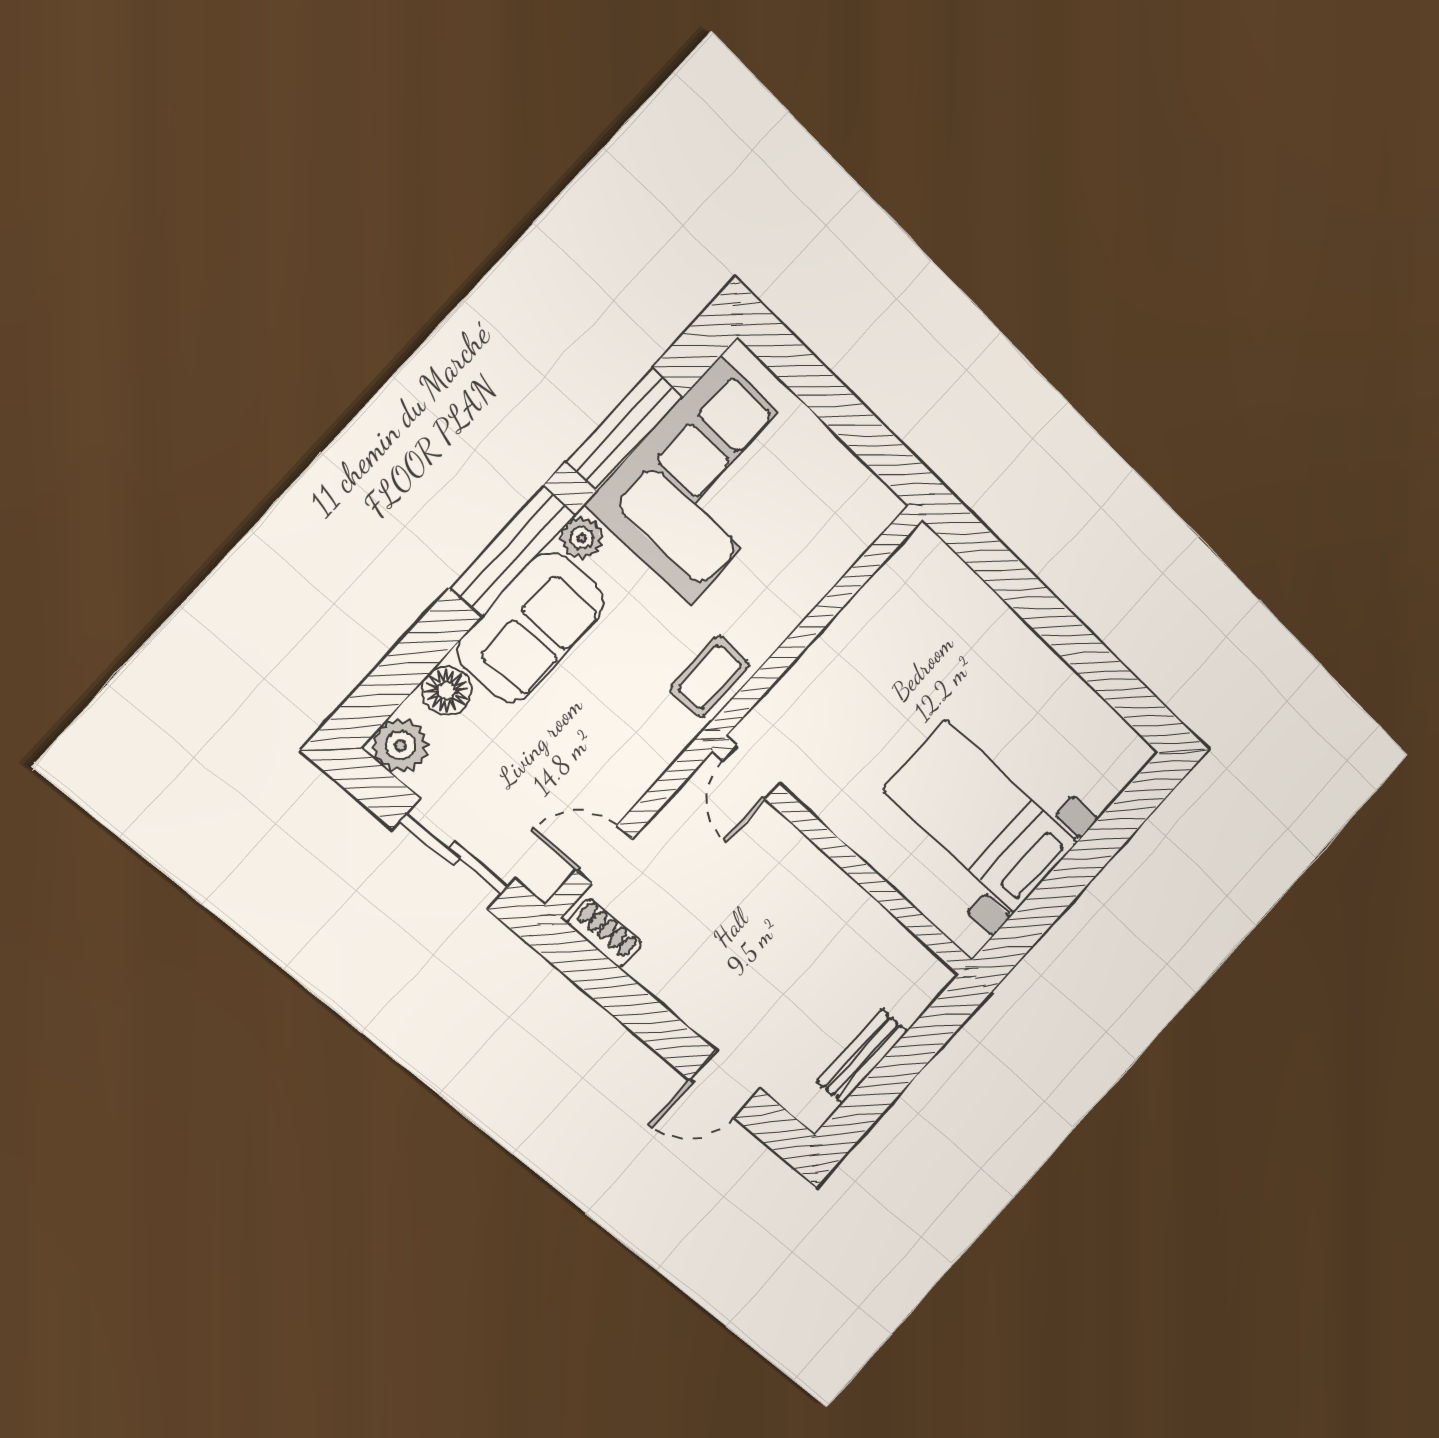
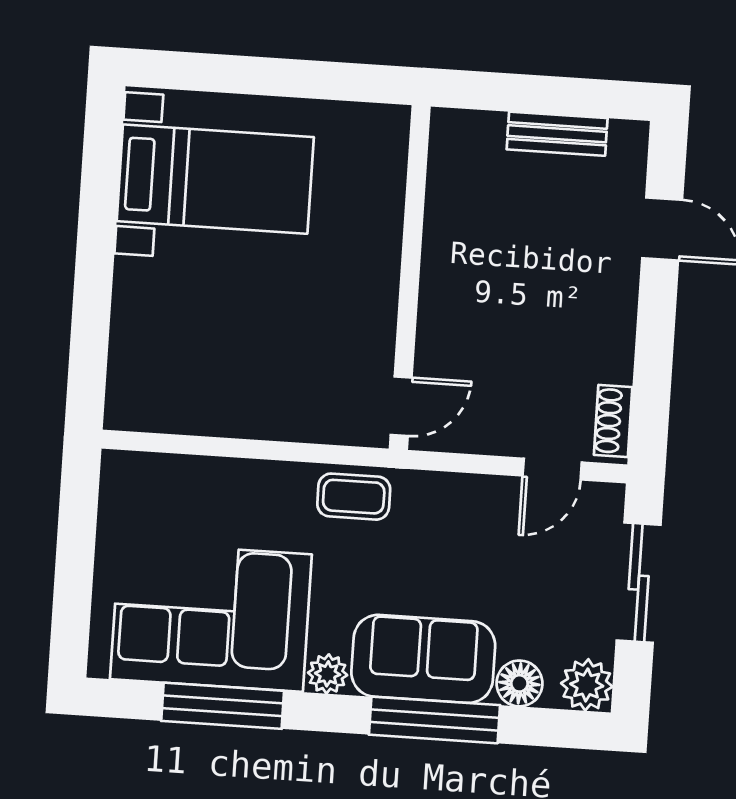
window: (512, 551) -> (434, 720), moved
bed with nightstands: (981, 817) -> (215, 179), moved, turned -90
door: (604, 854) -> (552, 469), hinge flipped

